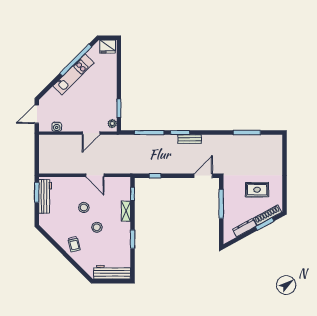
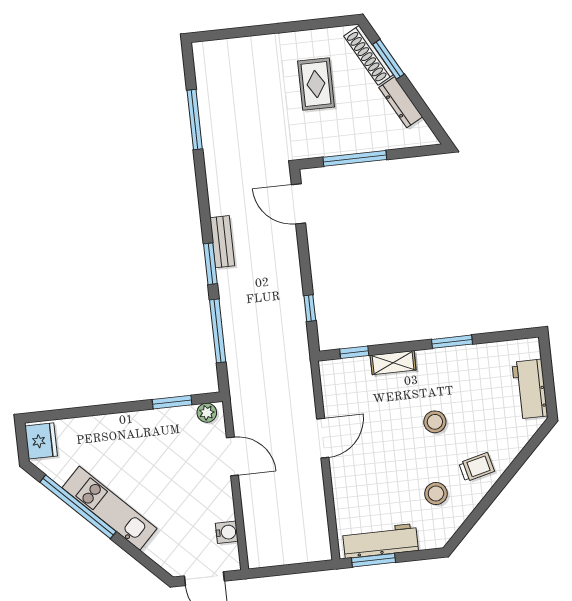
stool: (84, 207) -> (436, 494), moved
workbench: (112, 272) -> (530, 389), width x0.73

